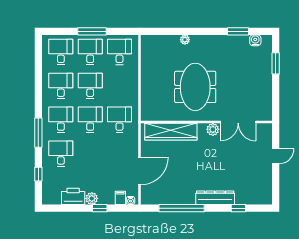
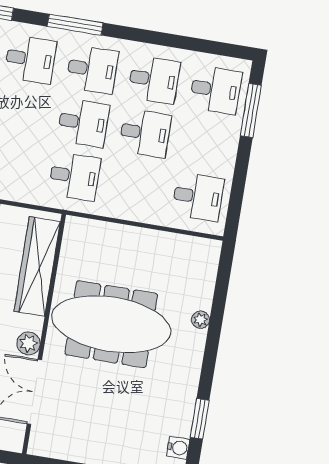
window: (92, 31) -> (251, 111), moved
desk: (90, 52) -> (207, 143), removed
meeting table: (195, 87) -> (111, 324), width x1.36

